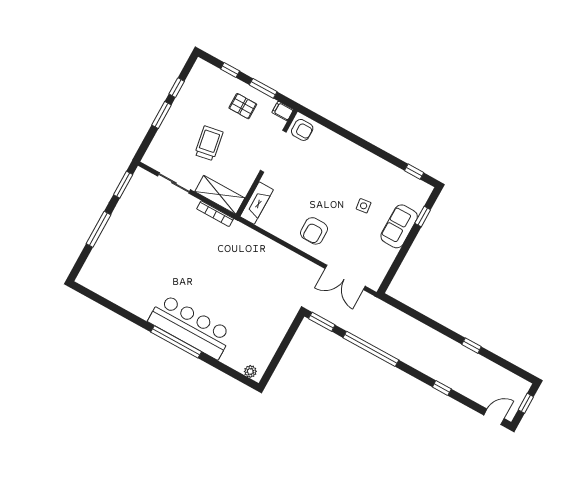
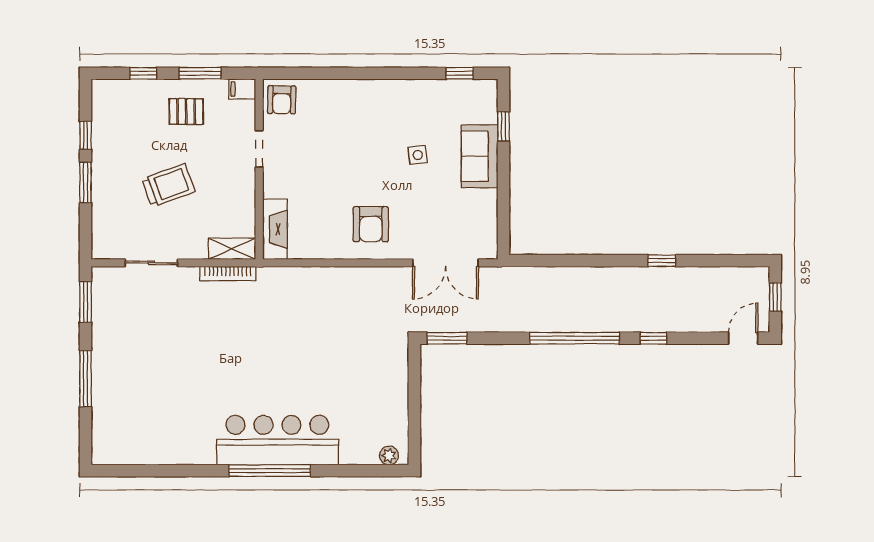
armchair: (302, 130) -> (282, 100), turned 91
trolley: (209, 143) -> (168, 185), turned 80
doorway: (273, 151) -> (259, 149), width x0.53
shelving: (220, 195) -> (232, 249), width x0.67, depth x0.75
window: (371, 349) -> (575, 338), moved

